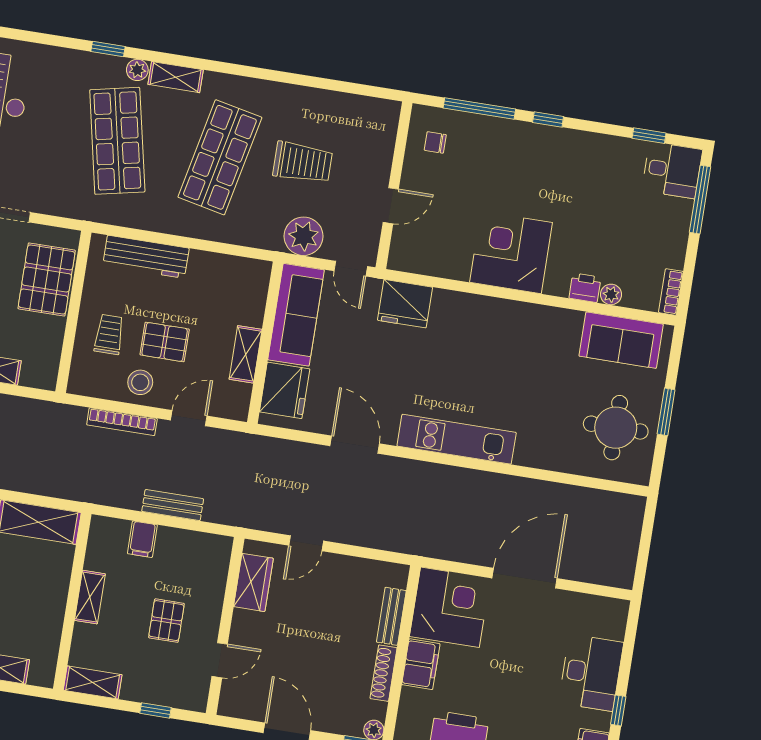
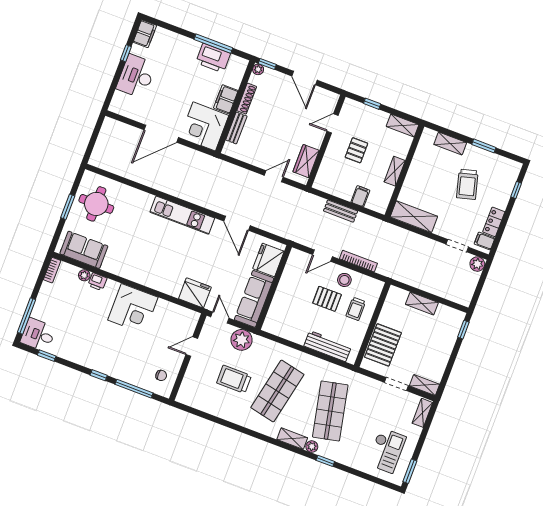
shelving: (246, 354) -> (285, 283), removed

